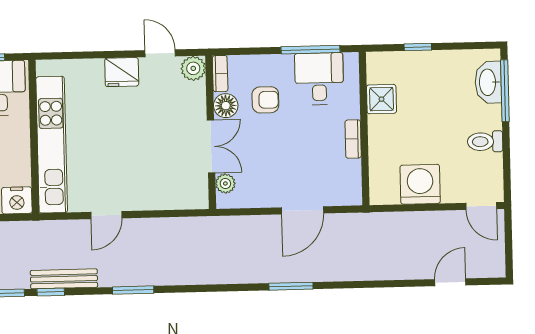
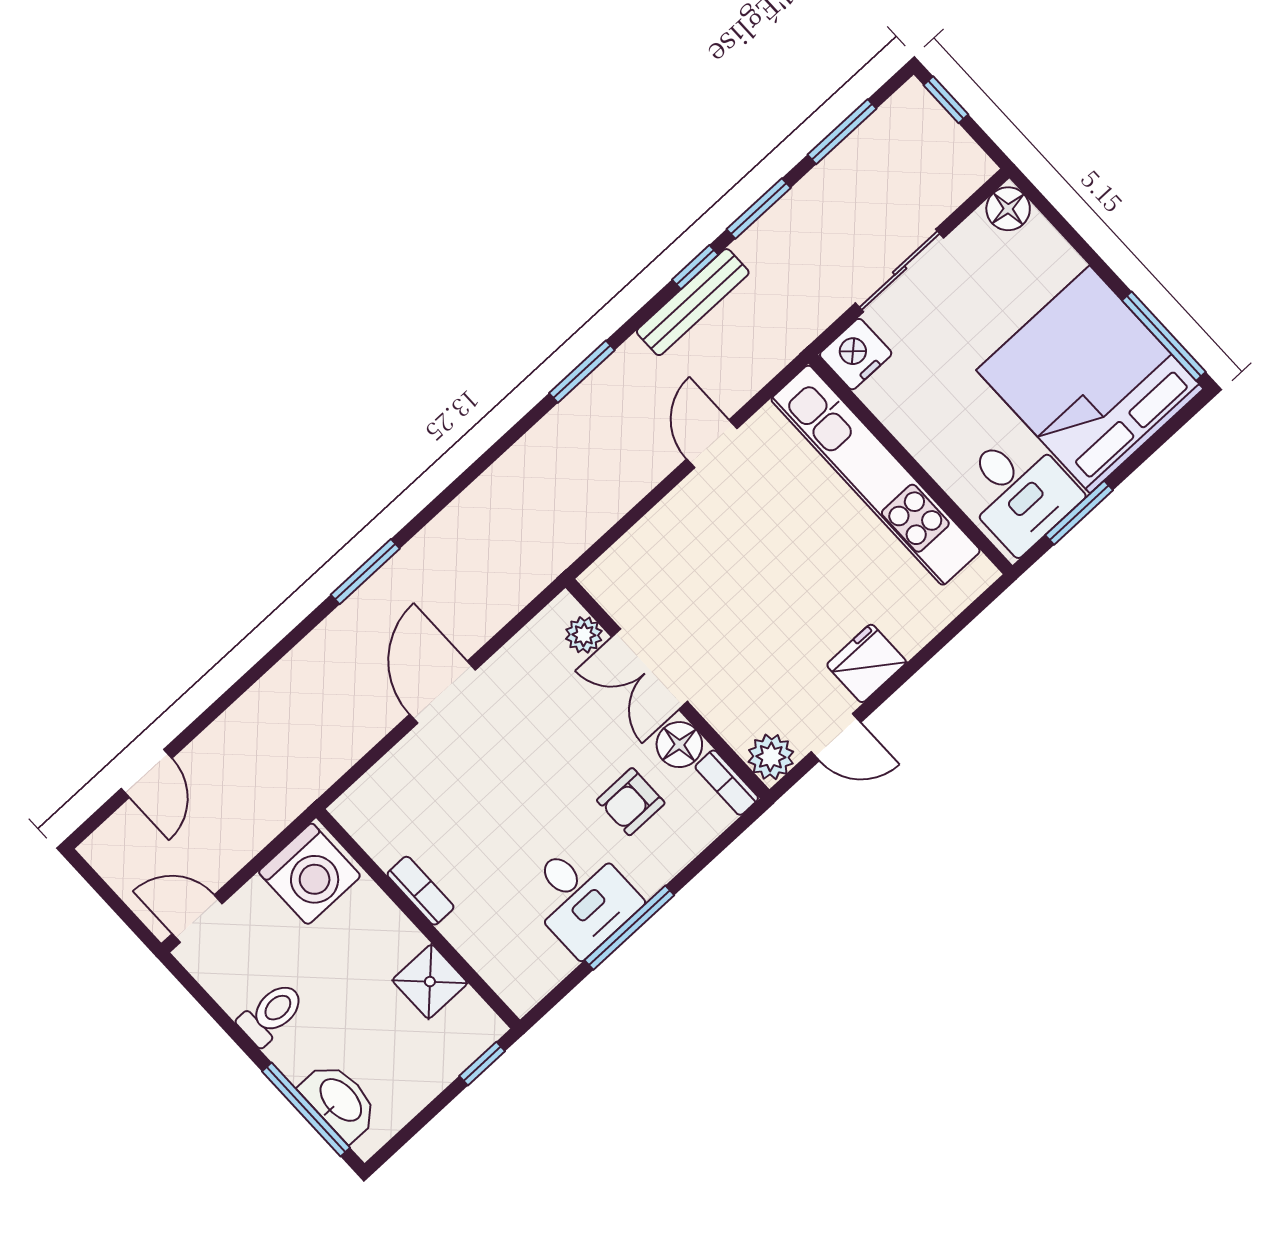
shower: (381, 99) -> (430, 982), moved
wall: (364, 129) -> (418, 919), moved
bookcase: (353, 139) -> (421, 891), moved

